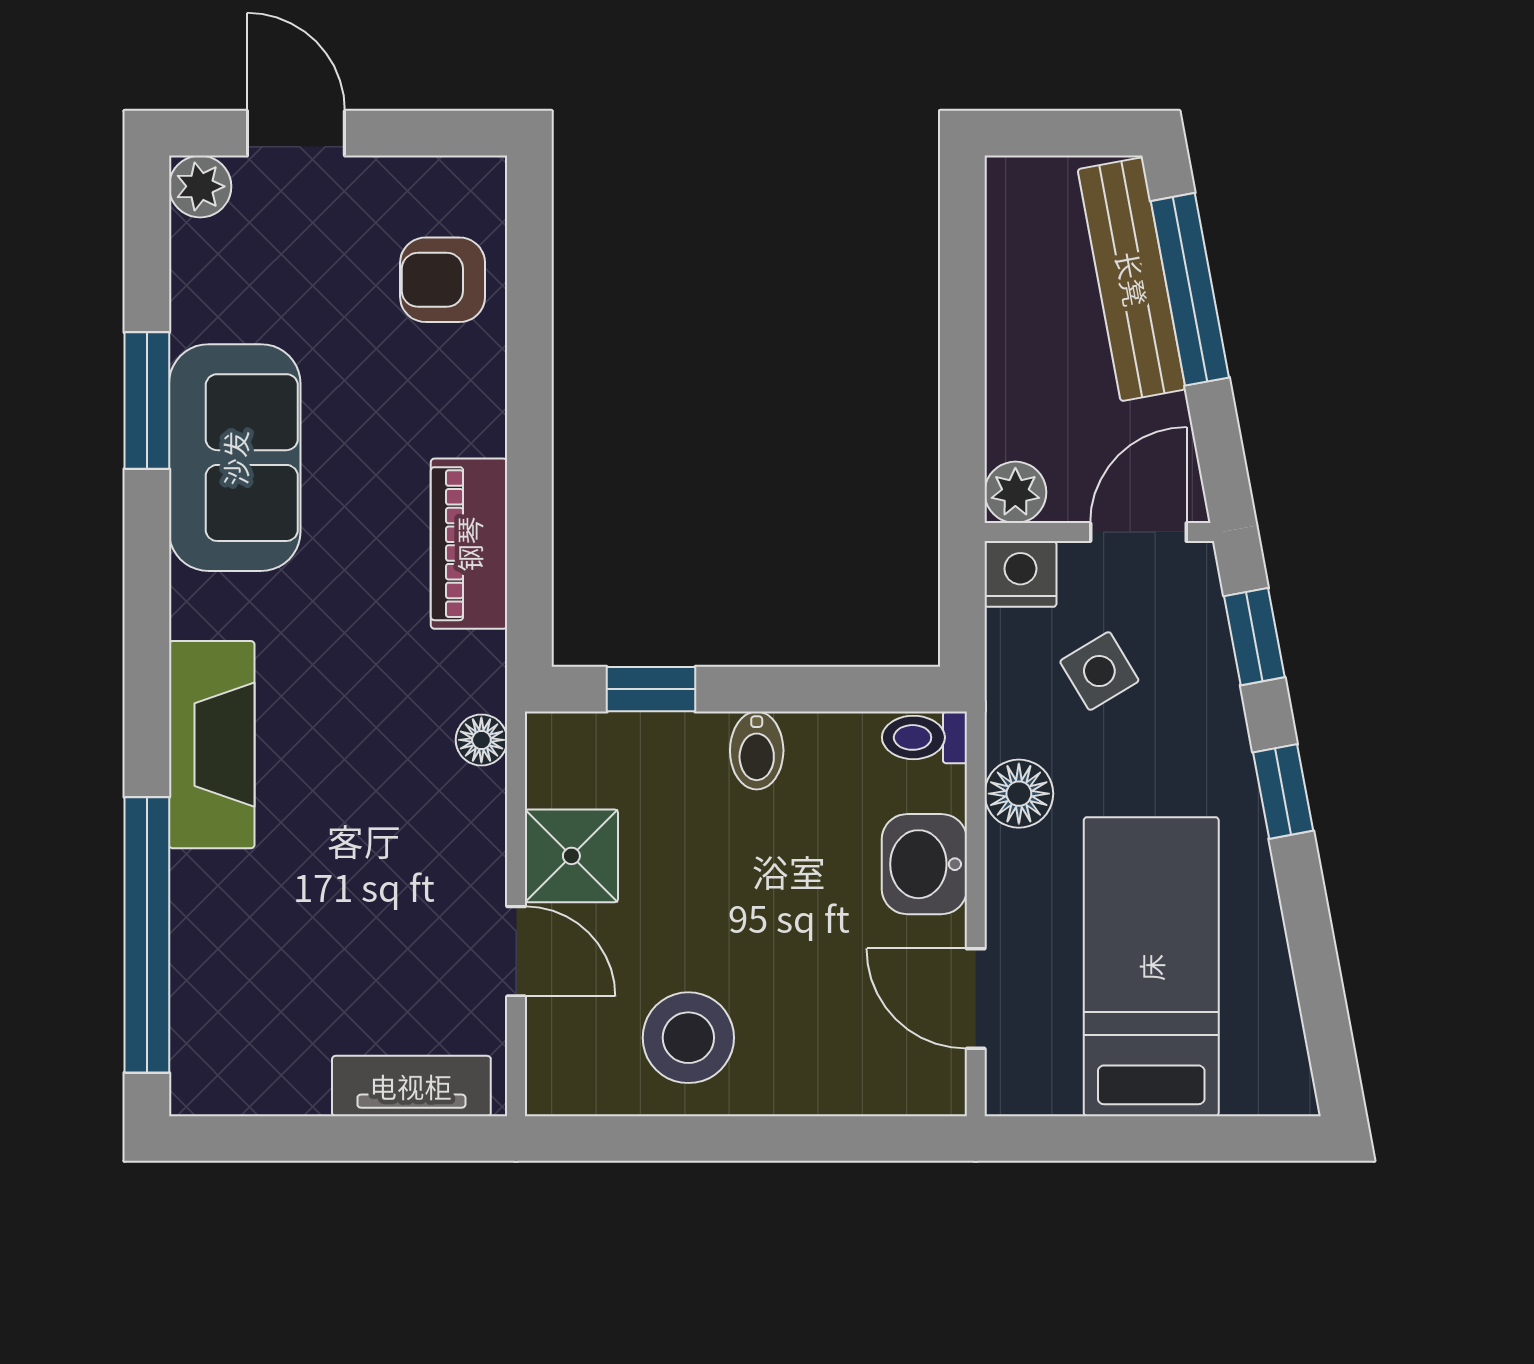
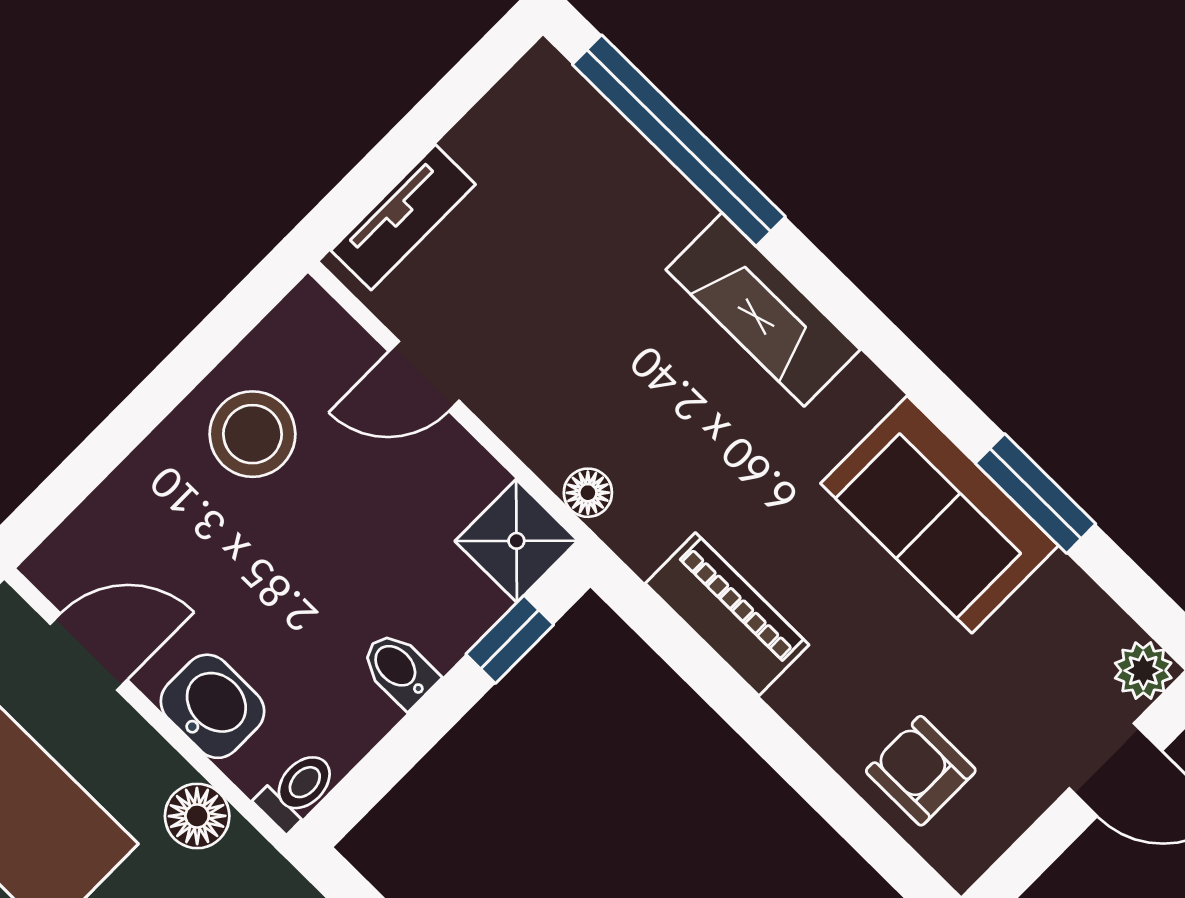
armchair: (443, 280) -> (921, 771), turned -90
shower: (571, 856) -> (516, 541), moved

